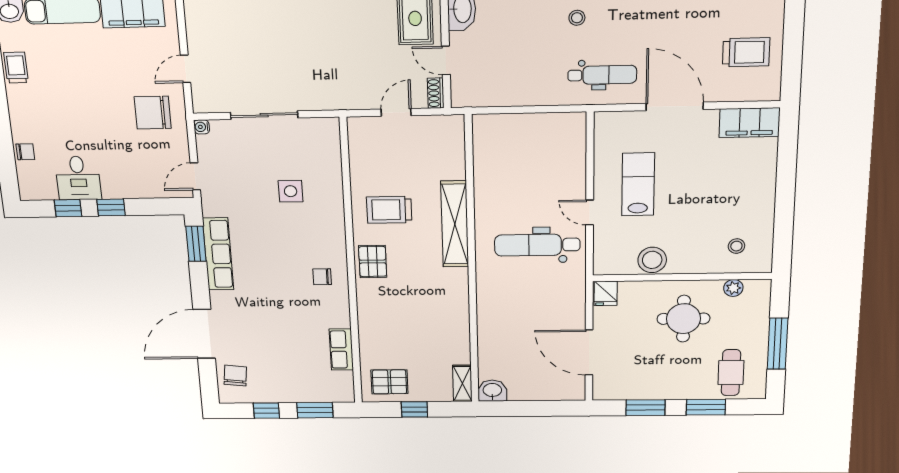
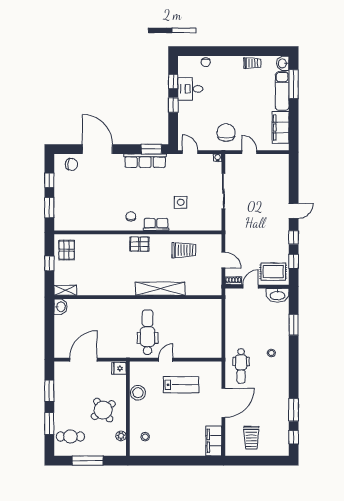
trolley: (389, 210) -> (184, 250), moved, turned 90
round table: (683, 319) -> (103, 410), turned -36
row of seats: (341, 349) -> (156, 224), moved

